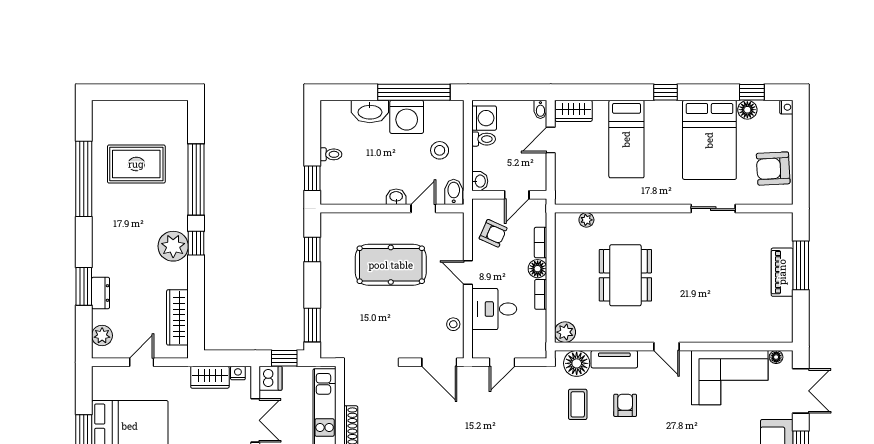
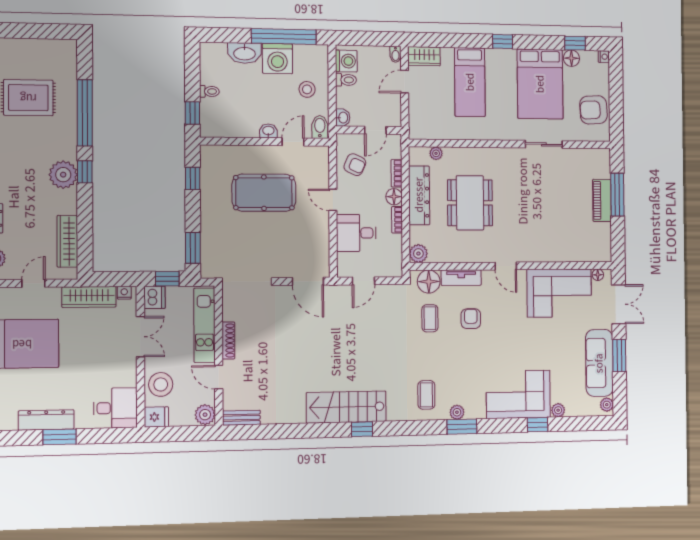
dresser: (566, 267) -> (419, 195), added
stool: (453, 324) -> (320, 247), removed
wardrobe: (210, 377) -> (89, 297), width x1.50

